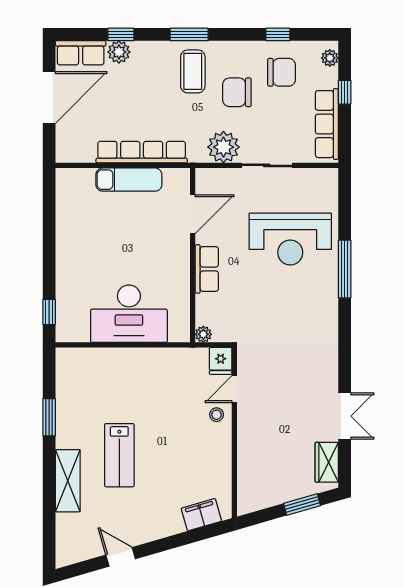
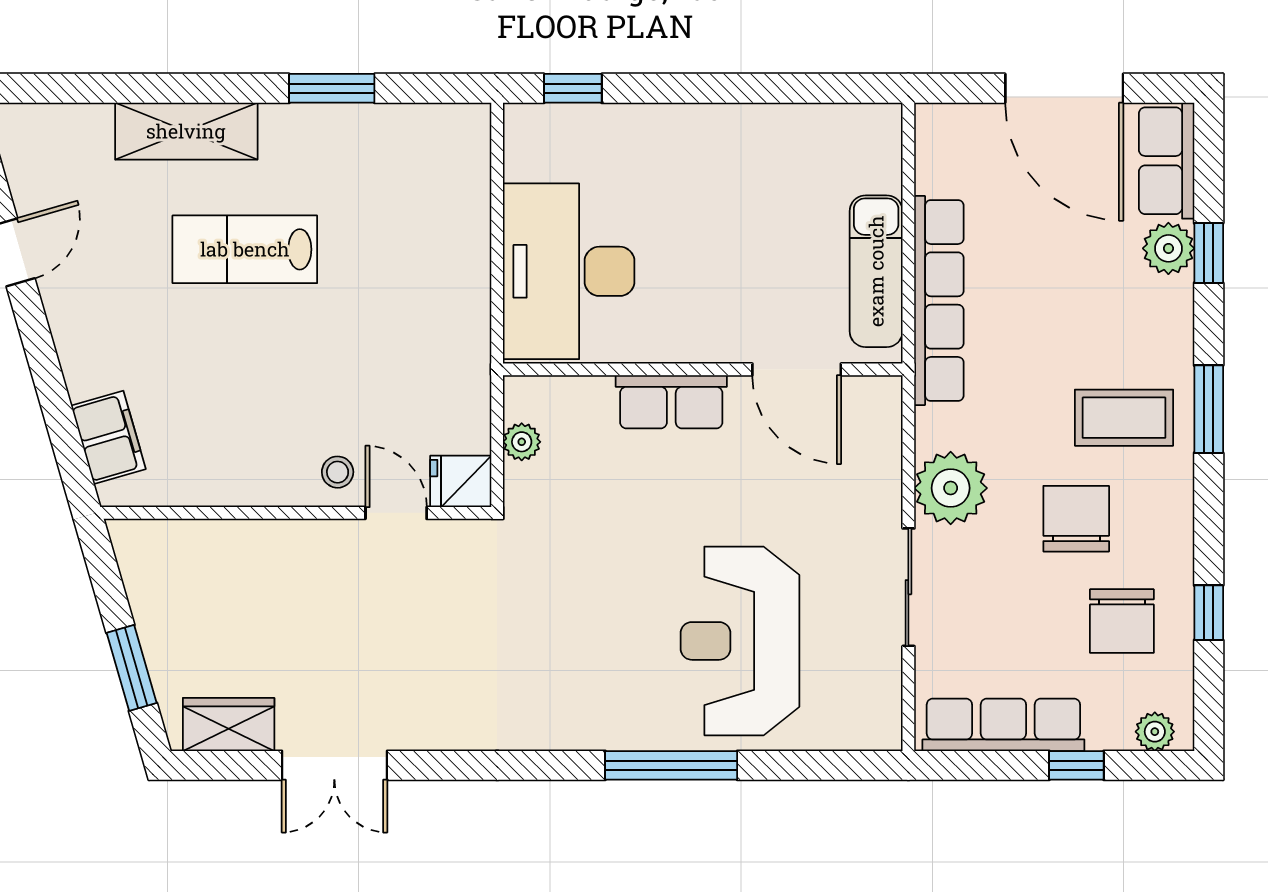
door: (193, 214) -> (797, 369), moved
wall: (193, 255) -> (703, 369), moved
row of seats: (207, 269) -> (671, 402), moved

